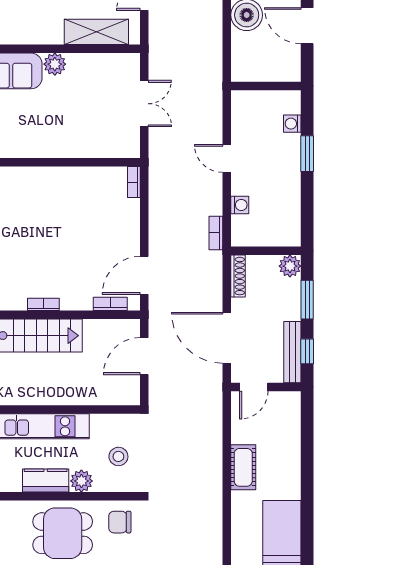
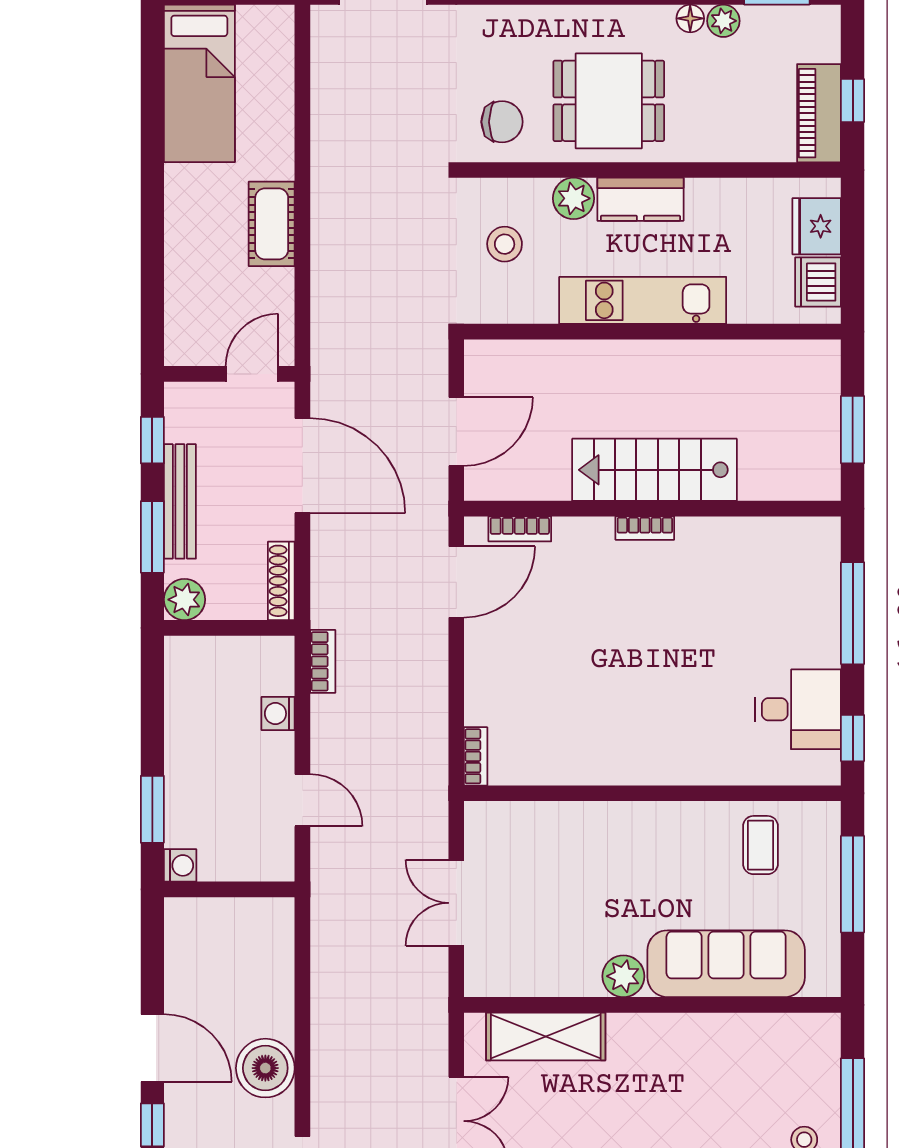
wall: (266, 86) -> (229, 889), moved
bench: (292, 352) -> (180, 501), moved

